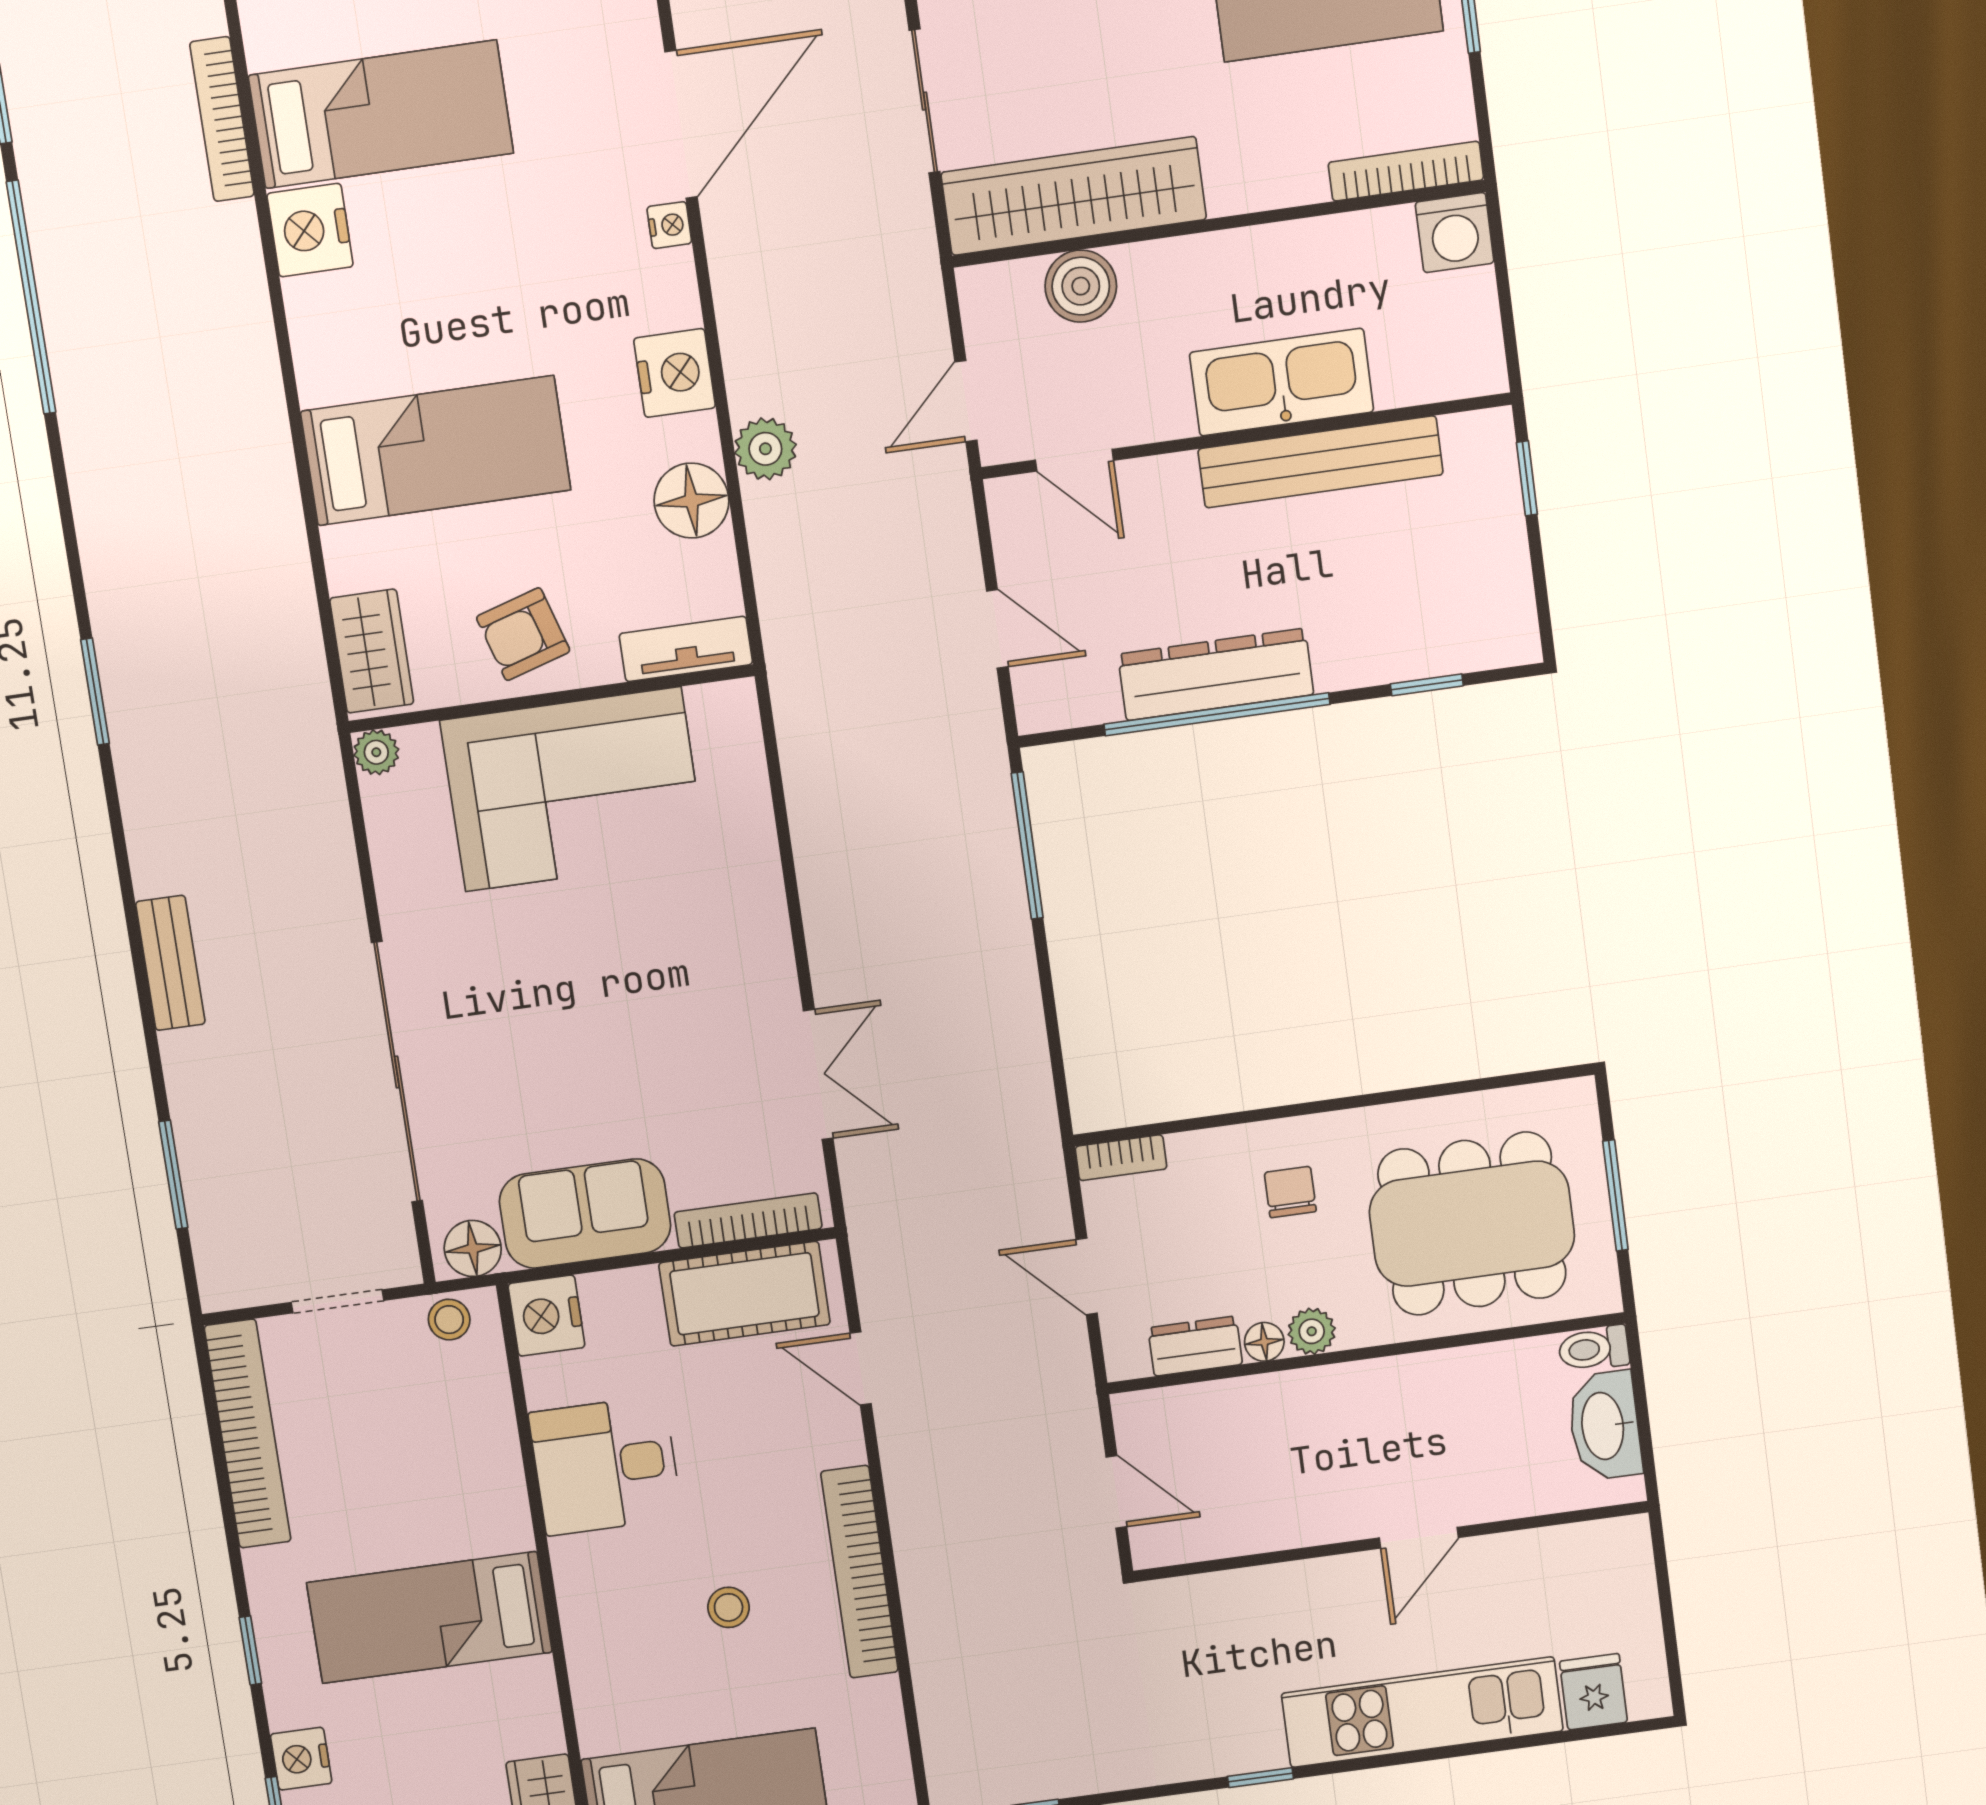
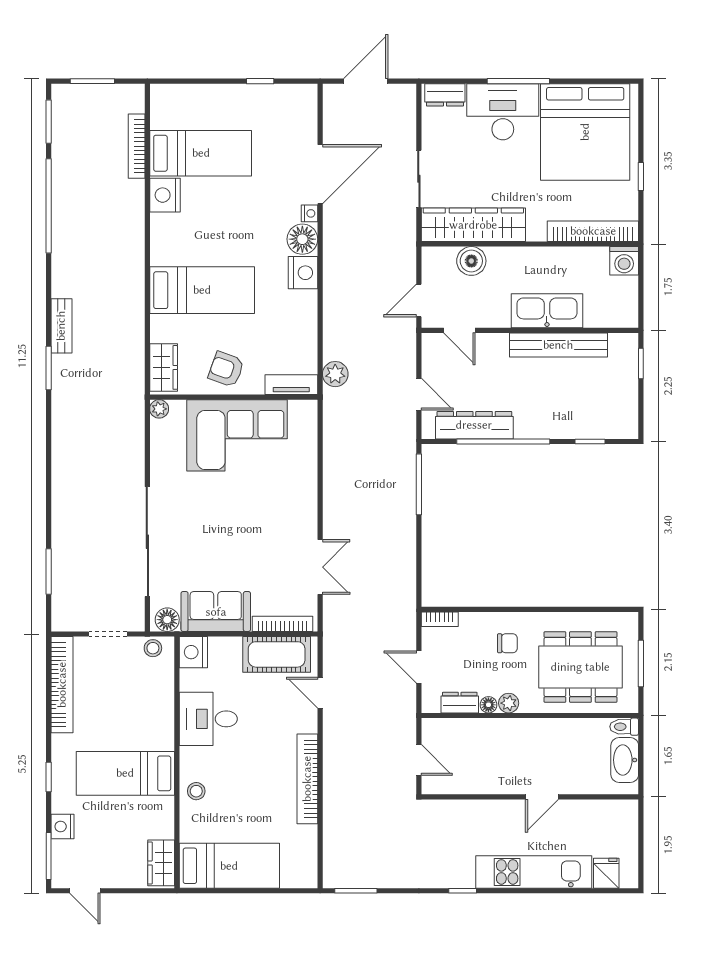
bookcase: (1406, 171) -> (593, 231), width x1.48, depth x1.31
plant: (765, 449) -> (335, 374), moved
floor lamp: (691, 501) -> (302, 239), moved
armchair: (523, 634) -> (226, 369), turned 37
dresser: (1216, 674) -> (474, 425), moved
bench: (170, 963) -> (61, 326), moved
chair: (1290, 1192) -> (507, 643), turned 90
stool: (729, 1607) -> (196, 791), moved

